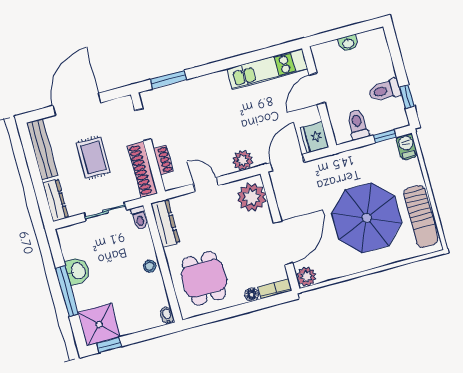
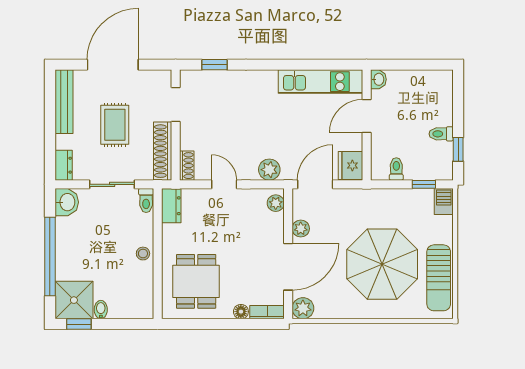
washbasin: (348, 43) -> (378, 79), moved, turned -90
window: (168, 80) -> (215, 65), width x0.67
toilet: (385, 90) -> (441, 134), width x0.73, depth x0.72
toilet: (358, 125) -> (396, 169), width x0.73, depth x0.72
shoe rack: (163, 160) -> (187, 166), moved
plant: (252, 197) -> (276, 203), width x0.53, depth x0.53
dresser: (55, 200) -> (64, 165), width x0.70
plant: (285, 206) -> (301, 229), added
dresser: (165, 223) -> (171, 206), width x0.70
washbasin: (78, 271) -> (67, 202), moved
window: (67, 291) -> (50, 256), width x1.46
bidet: (167, 315) -> (101, 310), moved

